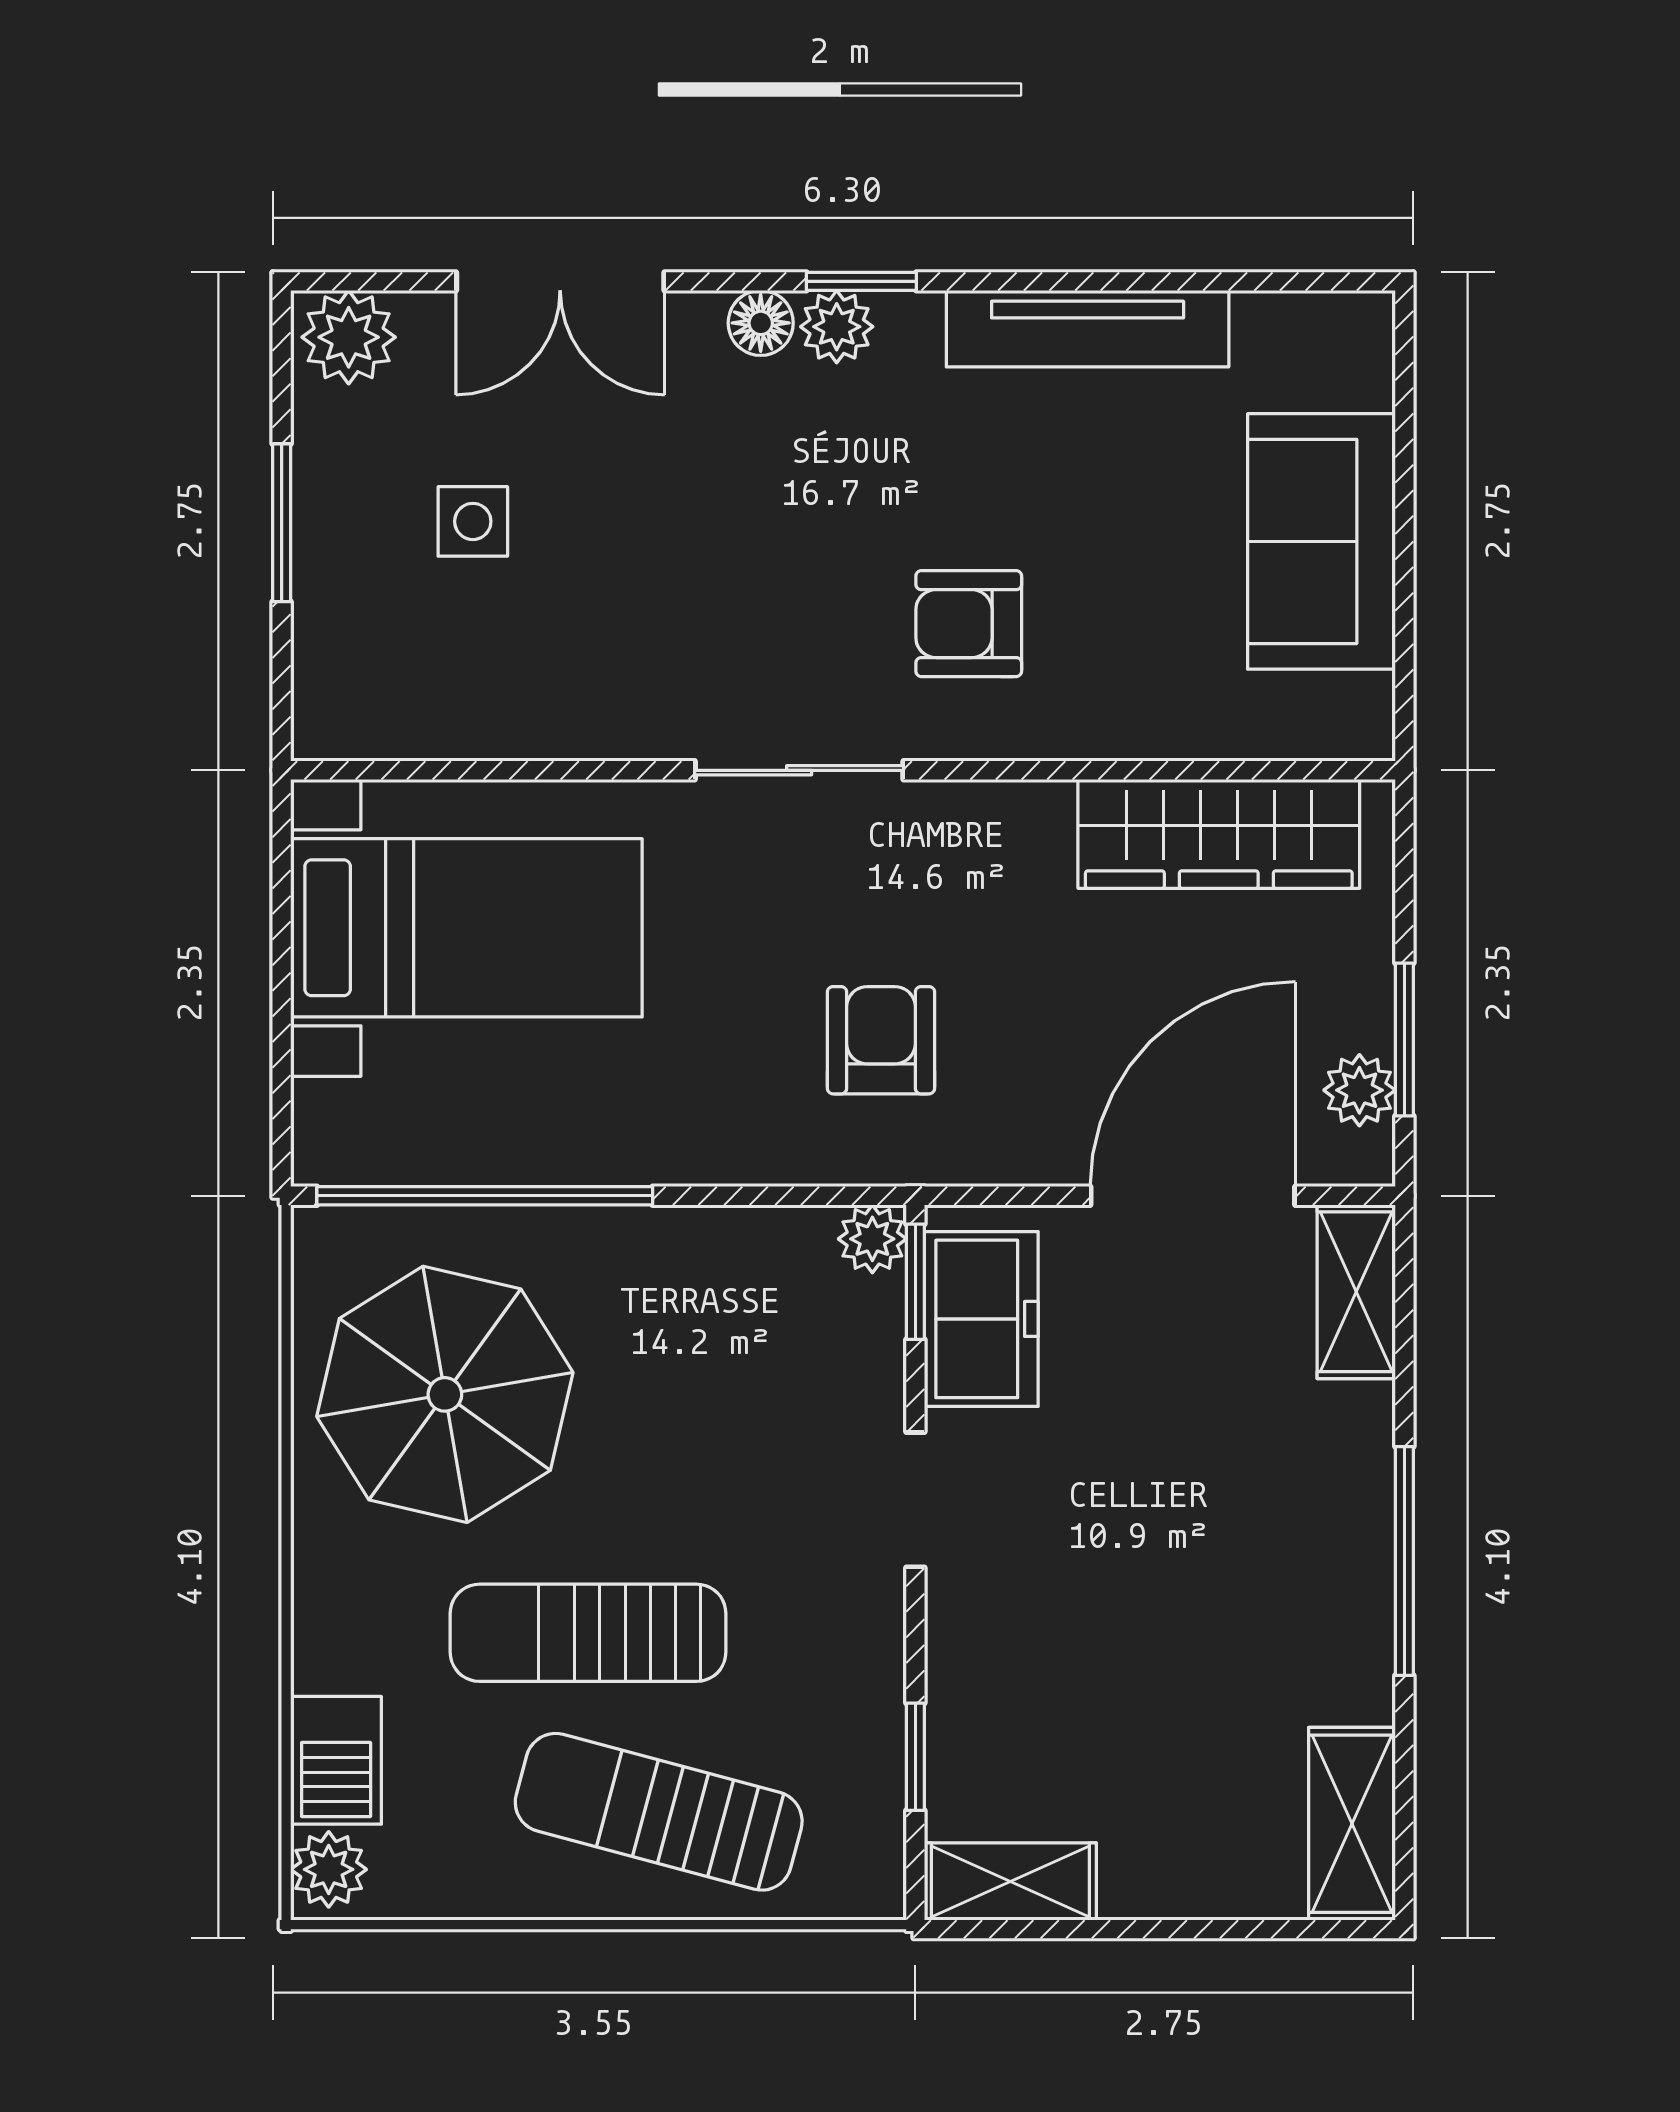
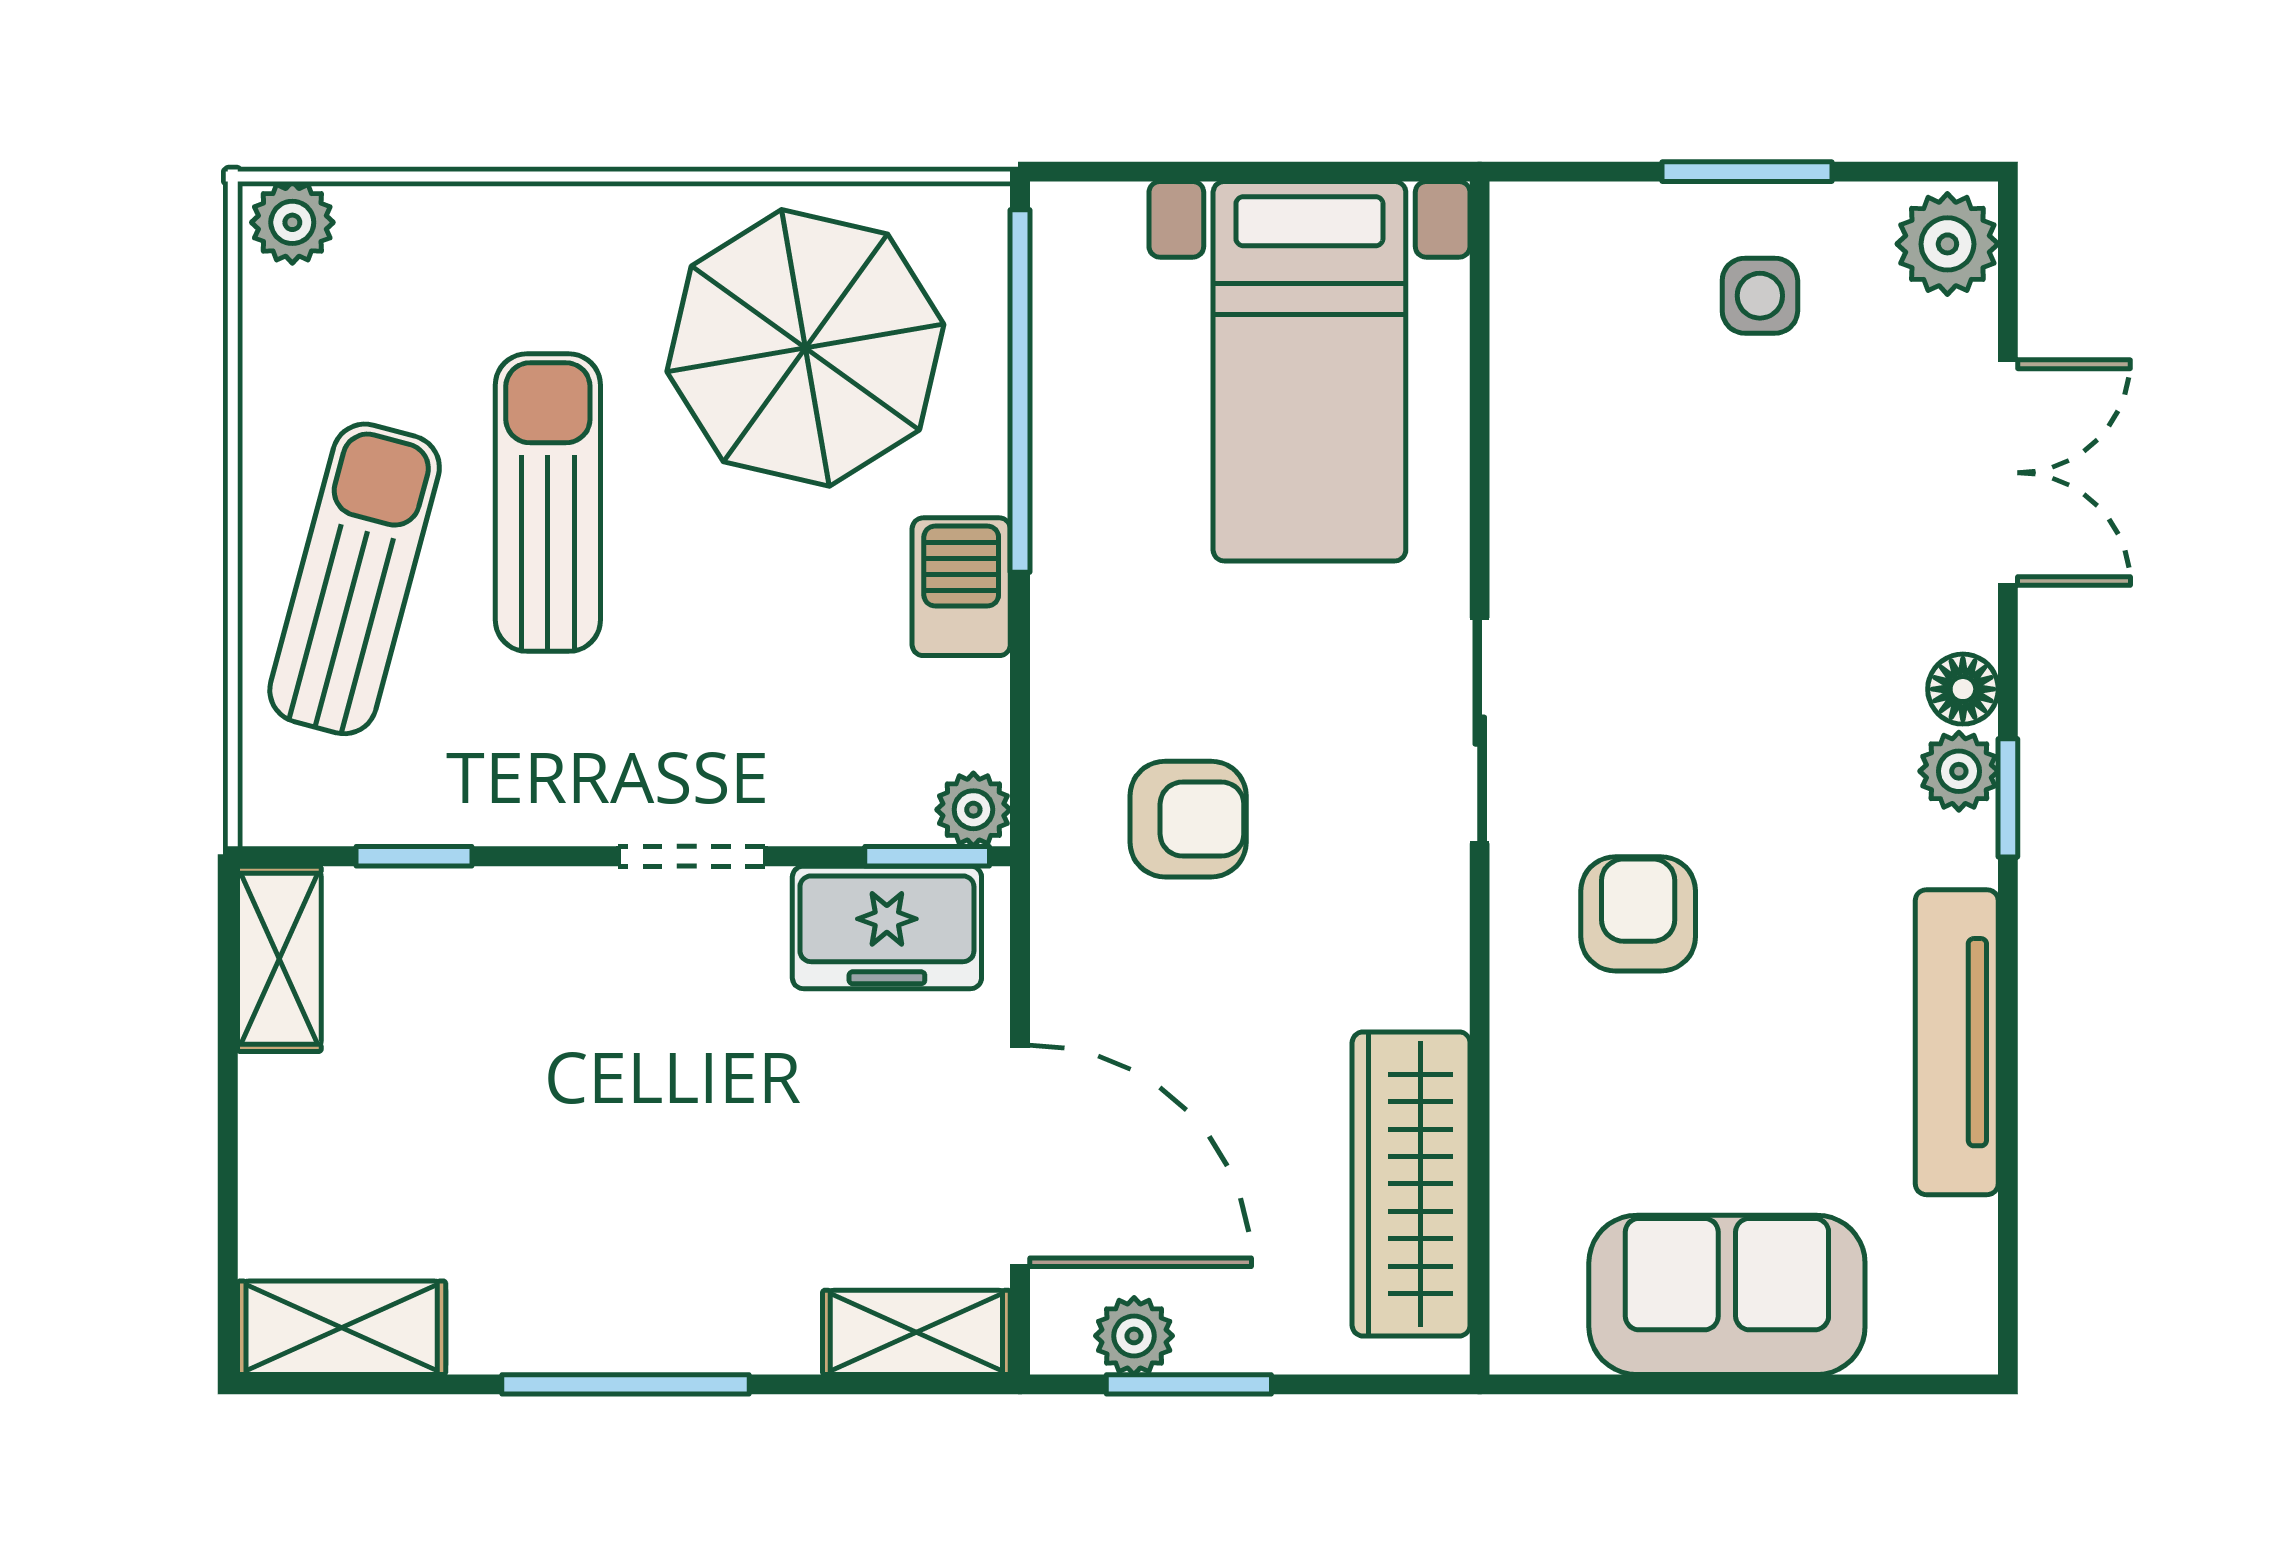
double door: (560, 281) -> (2008, 473), swing flipped
side table: (473, 521) -> (1760, 296), moved
barbecue: (336, 1760) -> (961, 587), moved, turned 90

